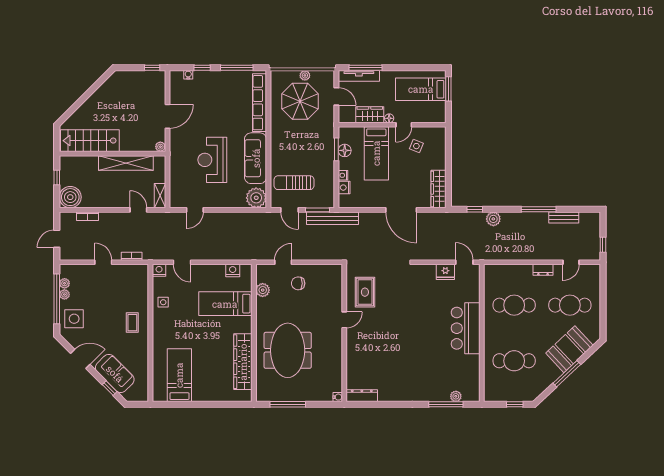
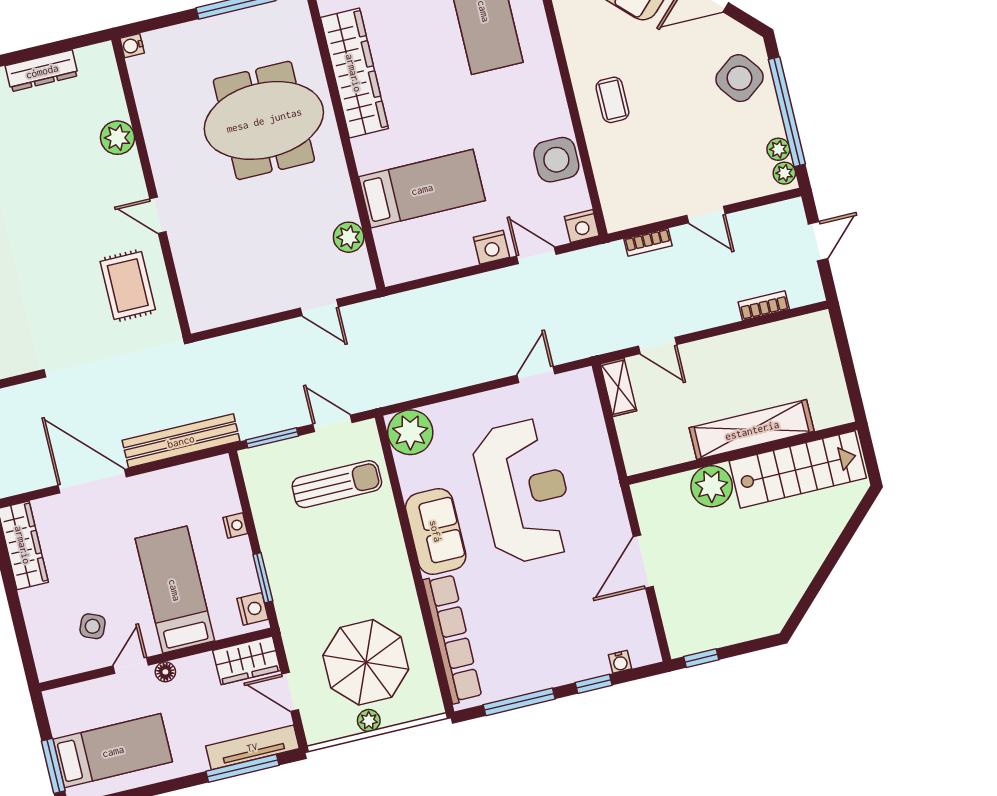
wardrobe: (370, 115) -> (247, 660), moved
plant: (160, 147) -> (712, 486), moved, width x1.87, depth x1.87
floor lamp: (345, 150) -> (244, 580), removed
sofa: (256, 158) -> (436, 531), width x0.73
reception desk: (212, 160) -> (524, 491), width x1.36, depth x1.30
shelving: (126, 163) -> (752, 430), moved
window: (57, 178) -> (850, 373), removed
nightstand: (344, 188) -> (253, 609), moved
boiler: (70, 197) -> (811, 338), removed
bench: (333, 218) -> (181, 441), moved
door: (283, 262) -> (319, 307), hinge flipped
nightstand: (233, 271) -> (492, 247), moved
chair: (298, 283) -> (276, 270), removed
plant: (64, 294) -> (784, 173), moved
side table: (163, 302) -> (556, 160), width x1.87, depth x1.87
side table: (74, 319) -> (739, 78), turned -37
door: (344, 320) -> (158, 215), hinge flipped
meeting table: (288, 350) -> (264, 120), turned 90
plant: (354, 358) -> (117, 138), added
dresser: (362, 396) -> (42, 71), moved

